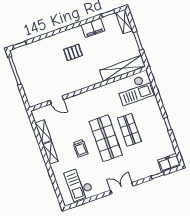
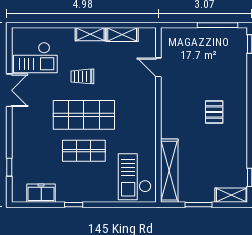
filing cabinet: (93, 28) -> (238, 150), removed
door: (57, 100) -> (158, 67), hinge flipped
freezer: (169, 163) -> (41, 193), moved, turned -90
checkout: (79, 184) -> (35, 58), turned 180
double door: (122, 188) -> (9, 90), moved

